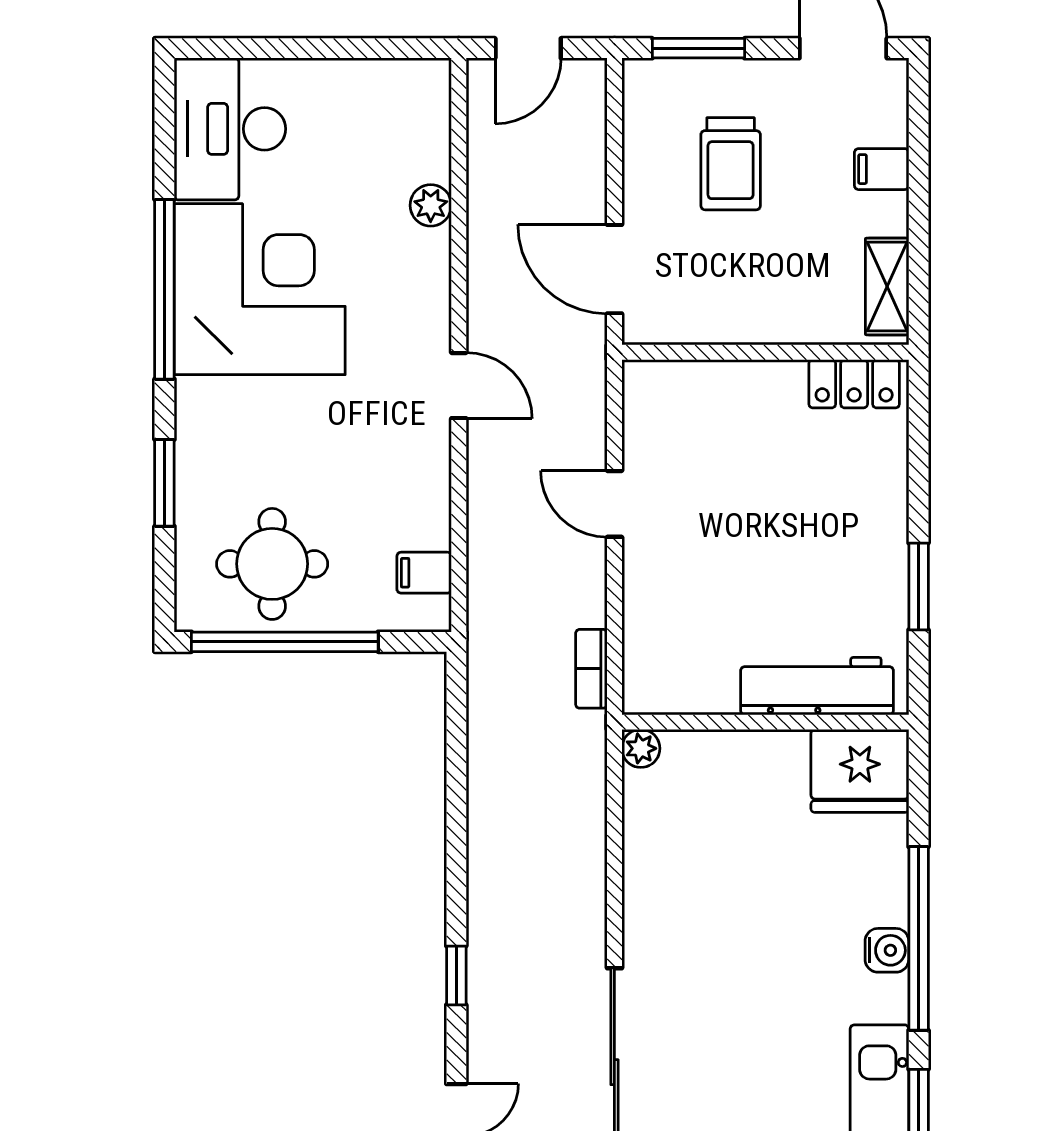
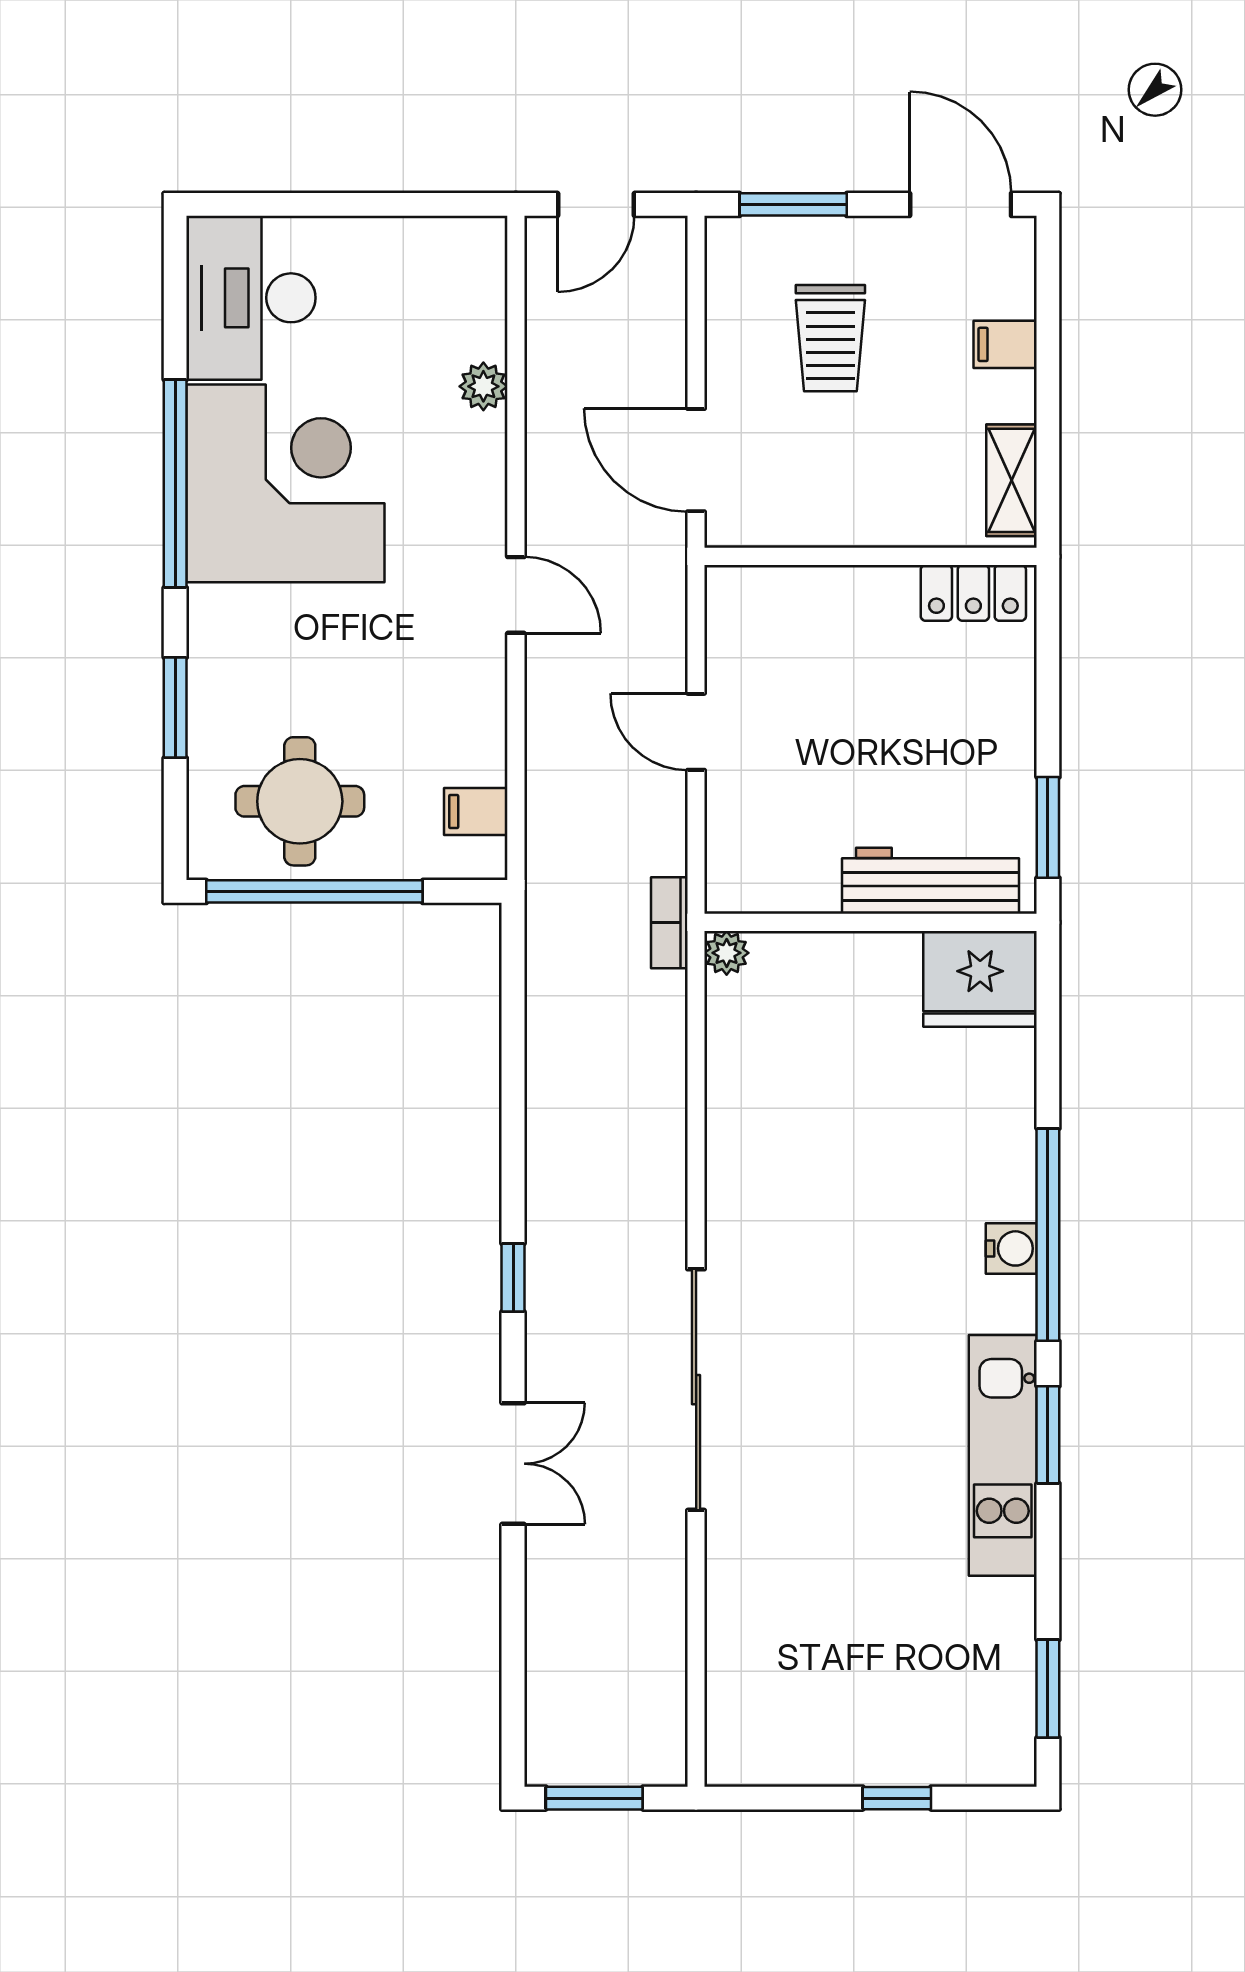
workbench: (817, 686) -> (930, 881), moved
wall: (765, 722) -> (871, 922), moved
plant: (641, 748) -> (727, 953), moved
fridge: (860, 771) -> (980, 979), moved

